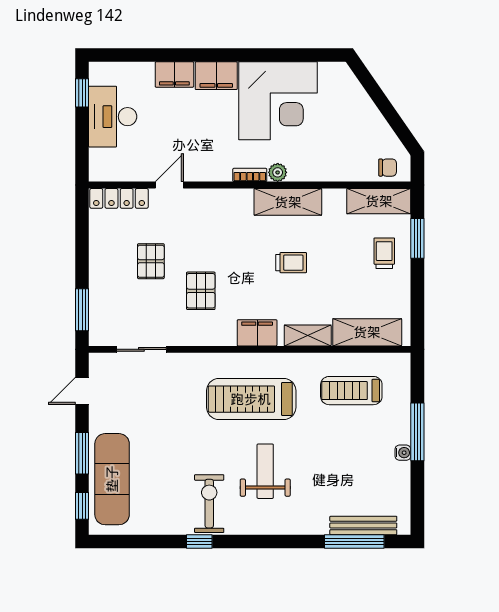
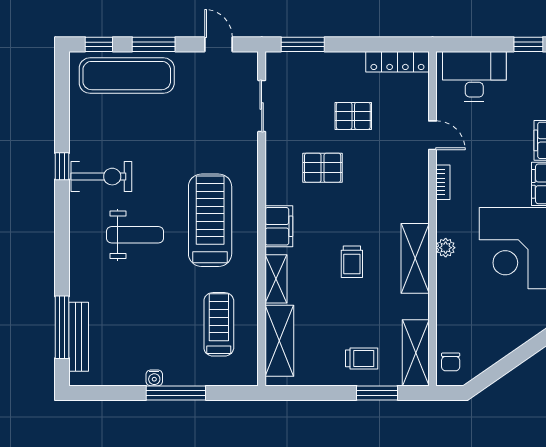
desk: (113, 117) -> (474, 76), moved
bookcase: (250, 175) -> (443, 182), moved
locker: (119, 198) -> (397, 62), moved, turned -90

